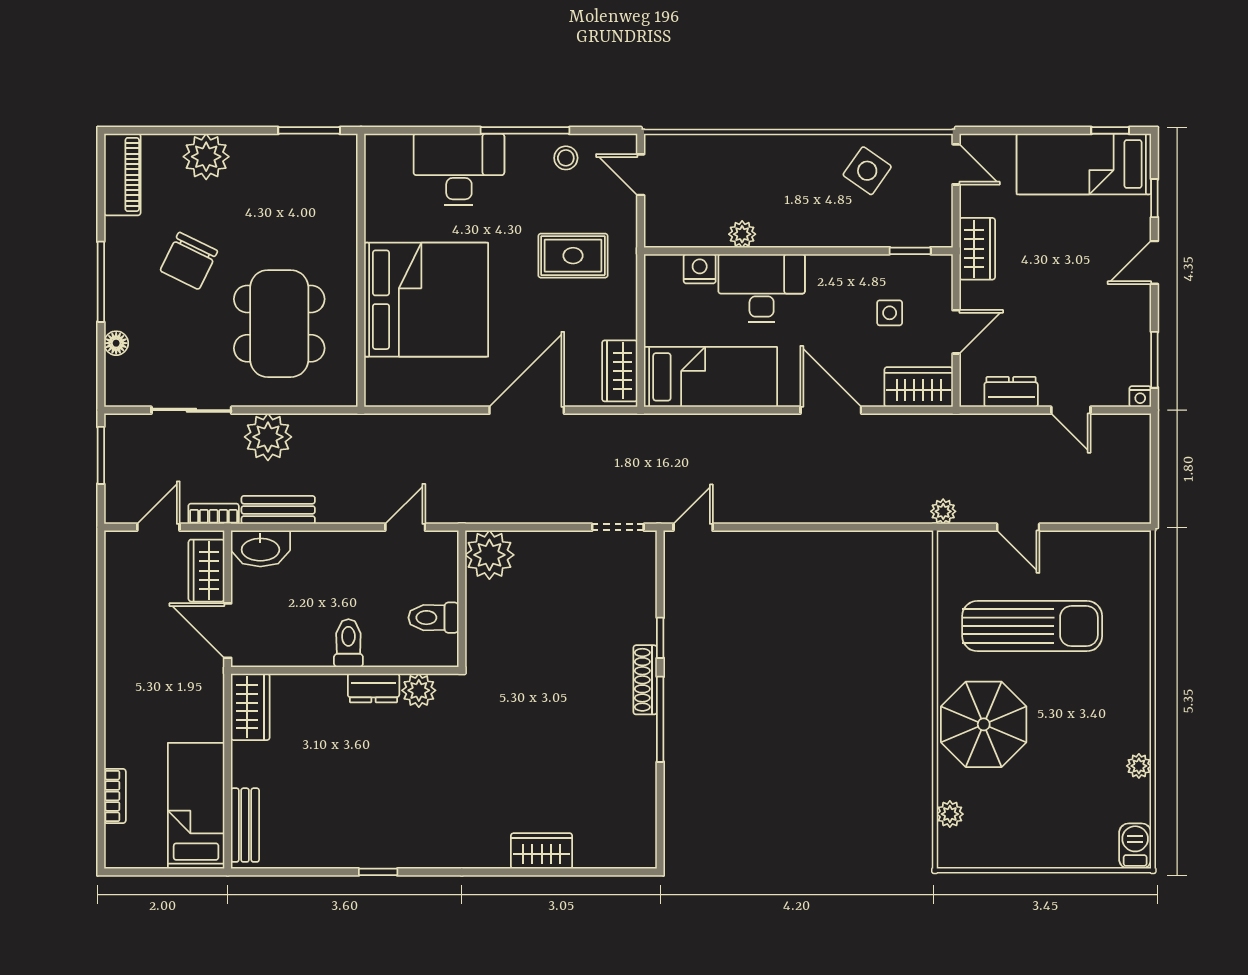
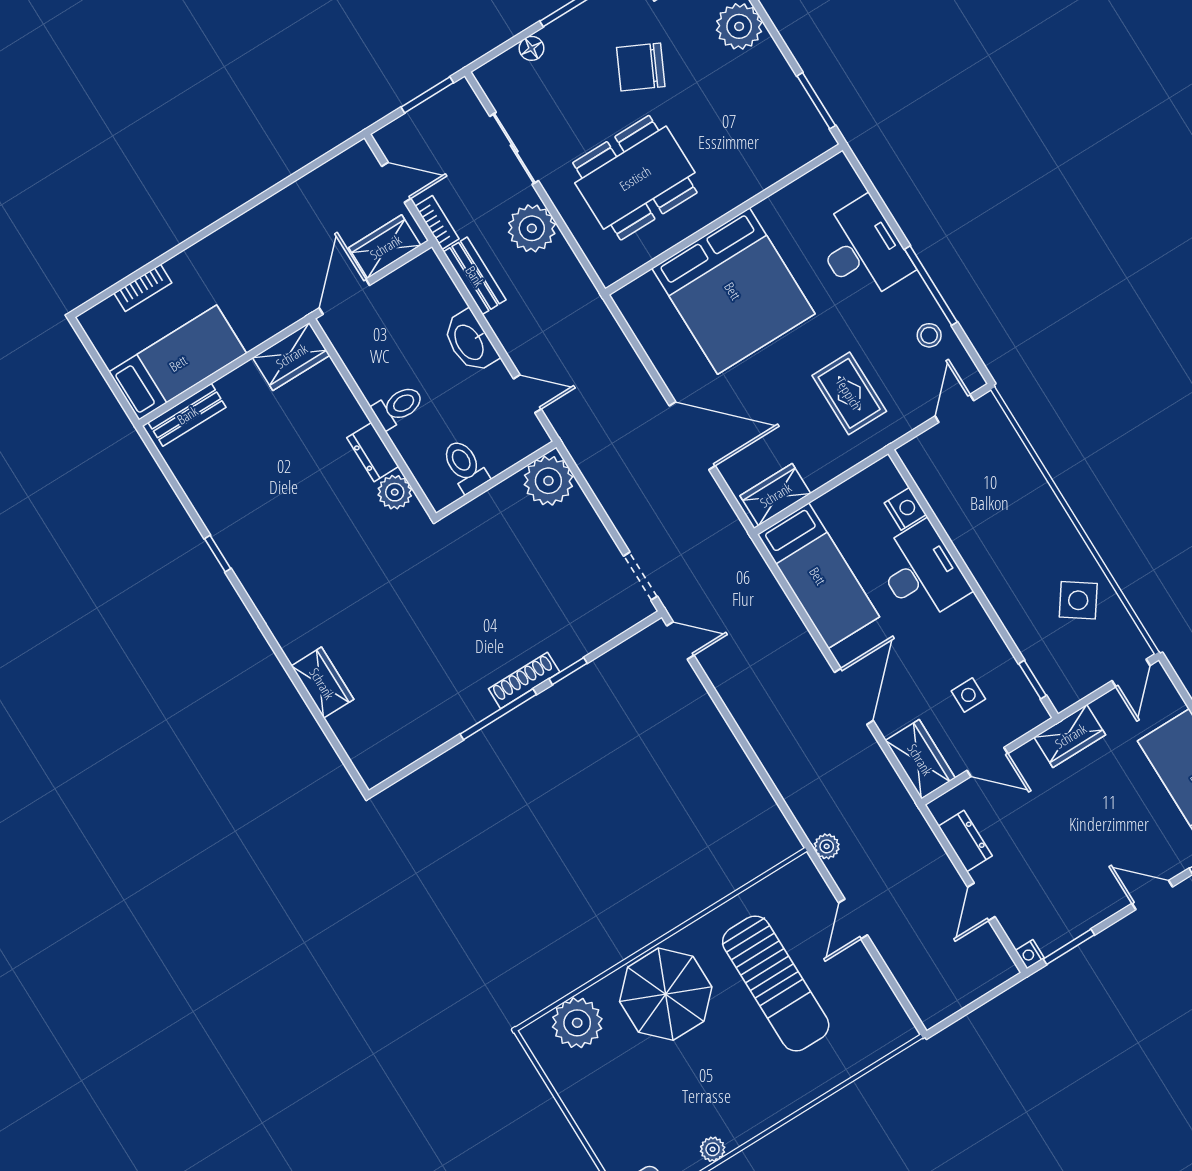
plant: (742, 234) -> (957, 527), removed
washbasin: (260, 549) -> (470, 342), moved
plant: (950, 814) -> (577, 1023), width x1.88, depth x1.88

